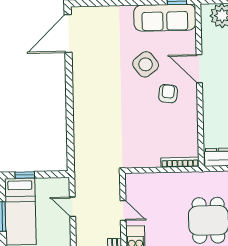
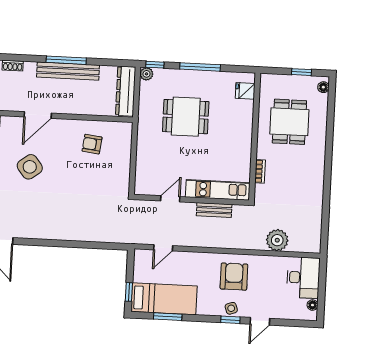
armchair: (168, 94) -> (92, 144), moved
bookcase: (180, 162) -> (127, 140), removed

